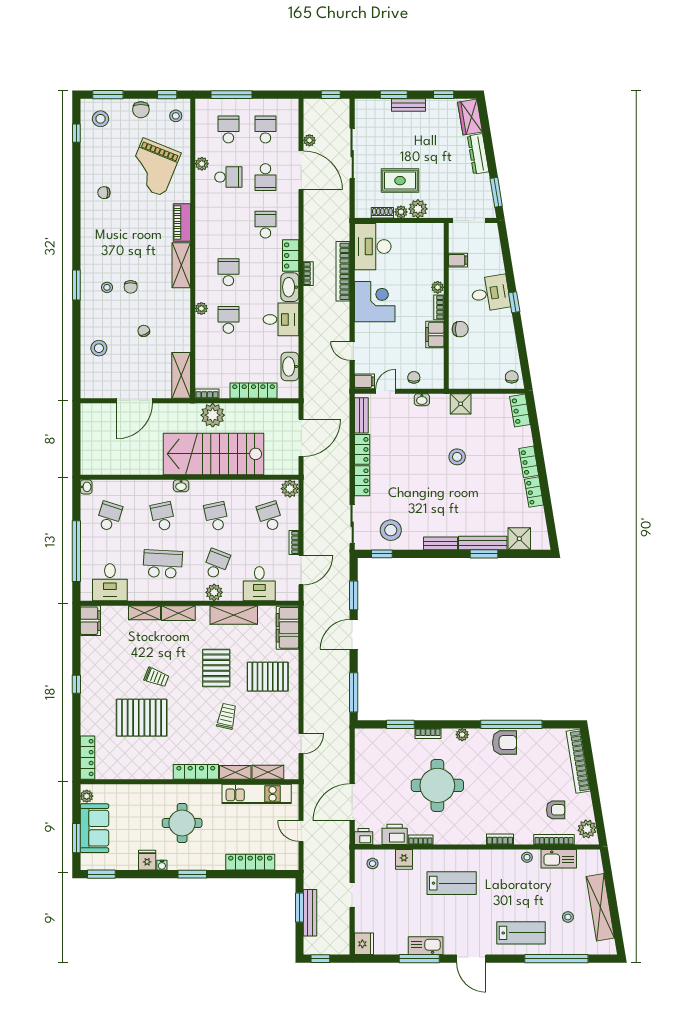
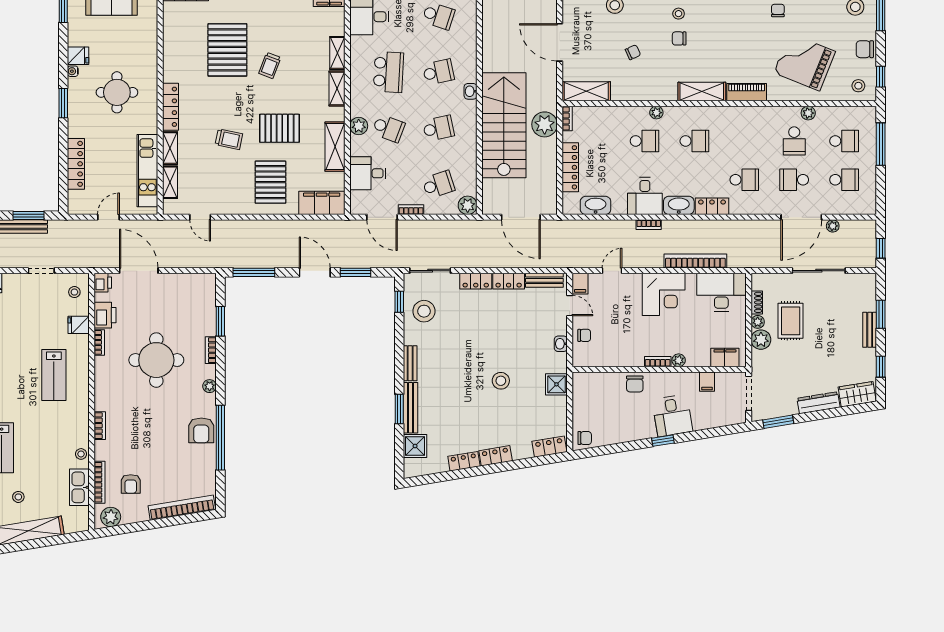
bookcase: (308, 274) -> (649, 225), moved
filing cabinet: (435, 334) -> (725, 357), moved

